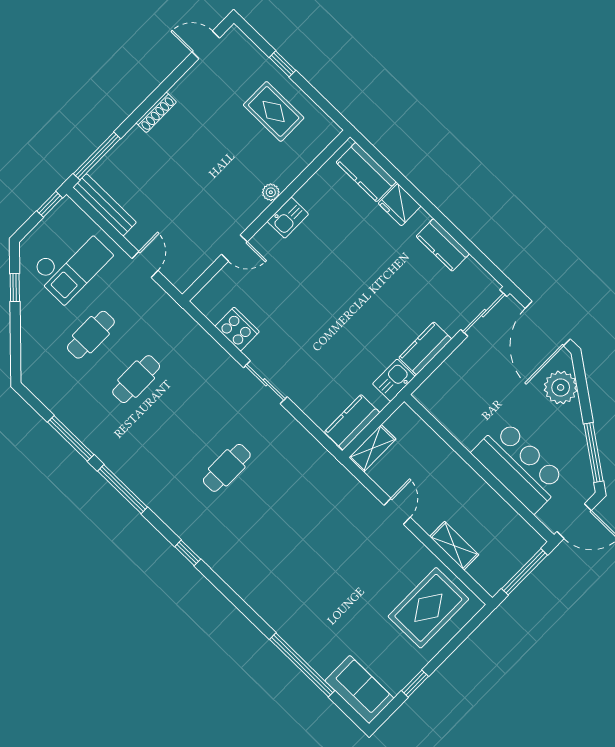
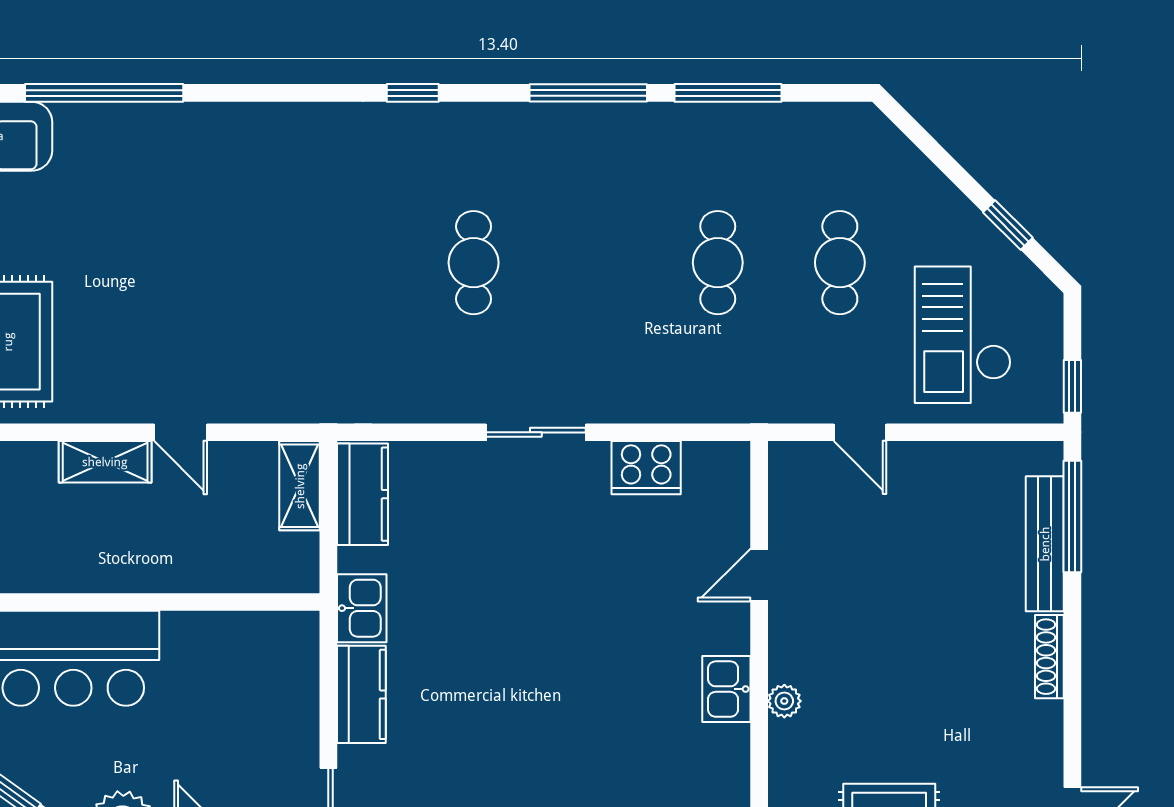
bench: (105, 205) -> (1045, 544), moved, turned 90
shelving: (454, 546) -> (105, 462), moved

